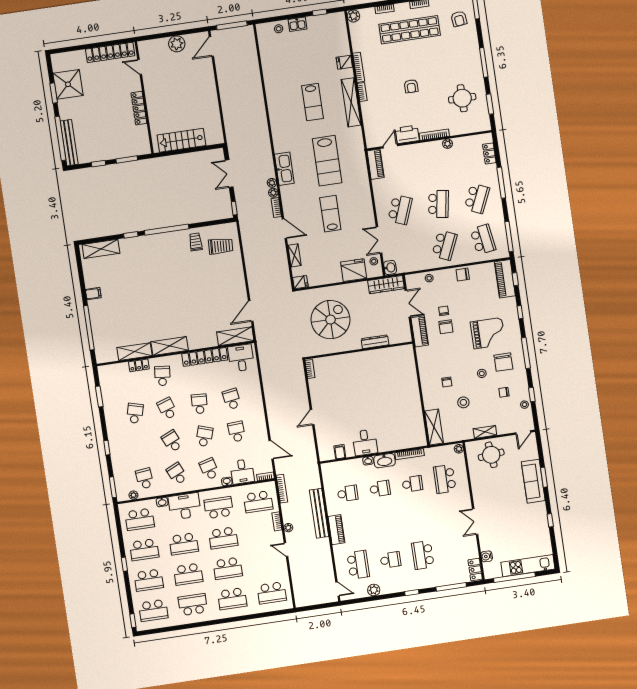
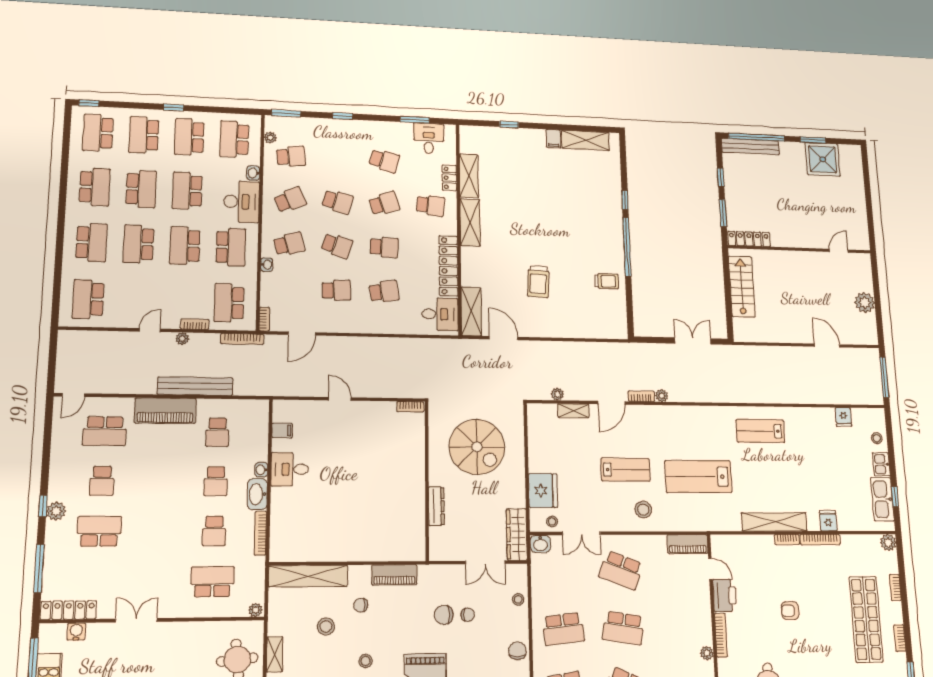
door: (211, 46) -> (827, 345), moved
locker: (110, 52) -> (859, 218), removed
lab bench: (313, 102) -> (760, 431), moved
locker: (139, 108) -> (749, 239), moved
kitchen sink: (284, 169) -> (882, 499), moved, turned 90
plant: (272, 183) -> (557, 394), moved
stool: (356, 198) -> (643, 510), added
window: (234, 208) -> (646, 340), removed
double door: (379, 240) -> (581, 533), swing flipped
school desk: (444, 245) -> (563, 629), turned -30
trolley: (221, 246) -> (538, 282), moved
shelving: (101, 249) -> (585, 140), moved, turned 90
fridge: (300, 282) -> (843, 417), moved
window: (89, 328) -> (509, 125), width x0.32
piano: (420, 331) -> (394, 575), moved
shelving: (434, 427) -> (308, 576), width x1.47
school desk: (172, 441) -> (337, 202), turned 39
desk: (242, 472) -> (429, 138), moved, turned 90
piano: (336, 530) -> (165, 411), width x1.37, depth x1.33
locker: (475, 570) -> (69, 610), width x1.53
school desk: (188, 574) -> (141, 189), turned 180
plant: (374, 590) -> (56, 511), moved
school desk: (232, 599) -> (92, 242), turned 180

